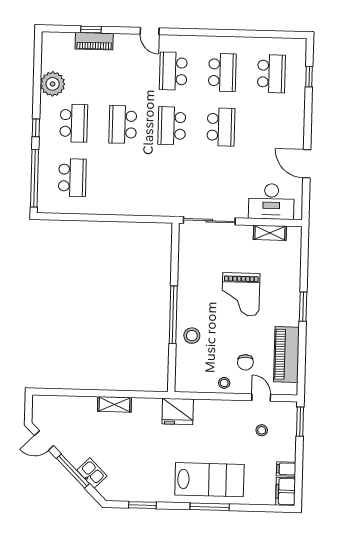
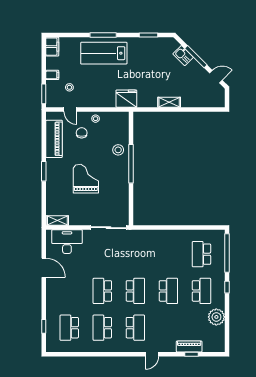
door: (150, 31) -> (152, 354), swing flipped
school desk: (74, 123) -> (201, 291), turned 180
shelving: (270, 233) -> (57, 221), moved
filing cabinet: (286, 469) -> (52, 75), moved

